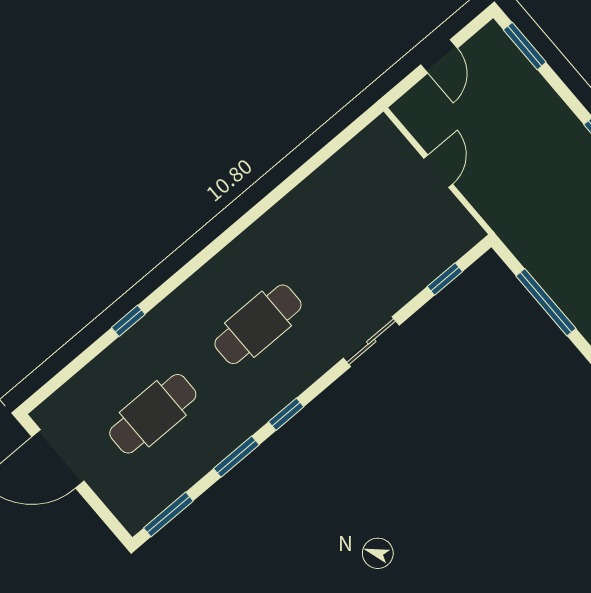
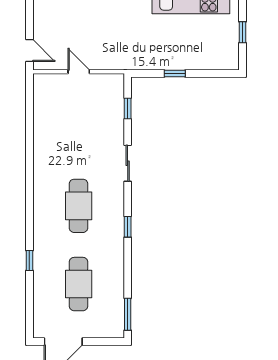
door: (439, 56) -> (29, 50), moved
window: (546, 302) -> (175, 73), width x0.46
window: (236, 457) -> (128, 264), removed

